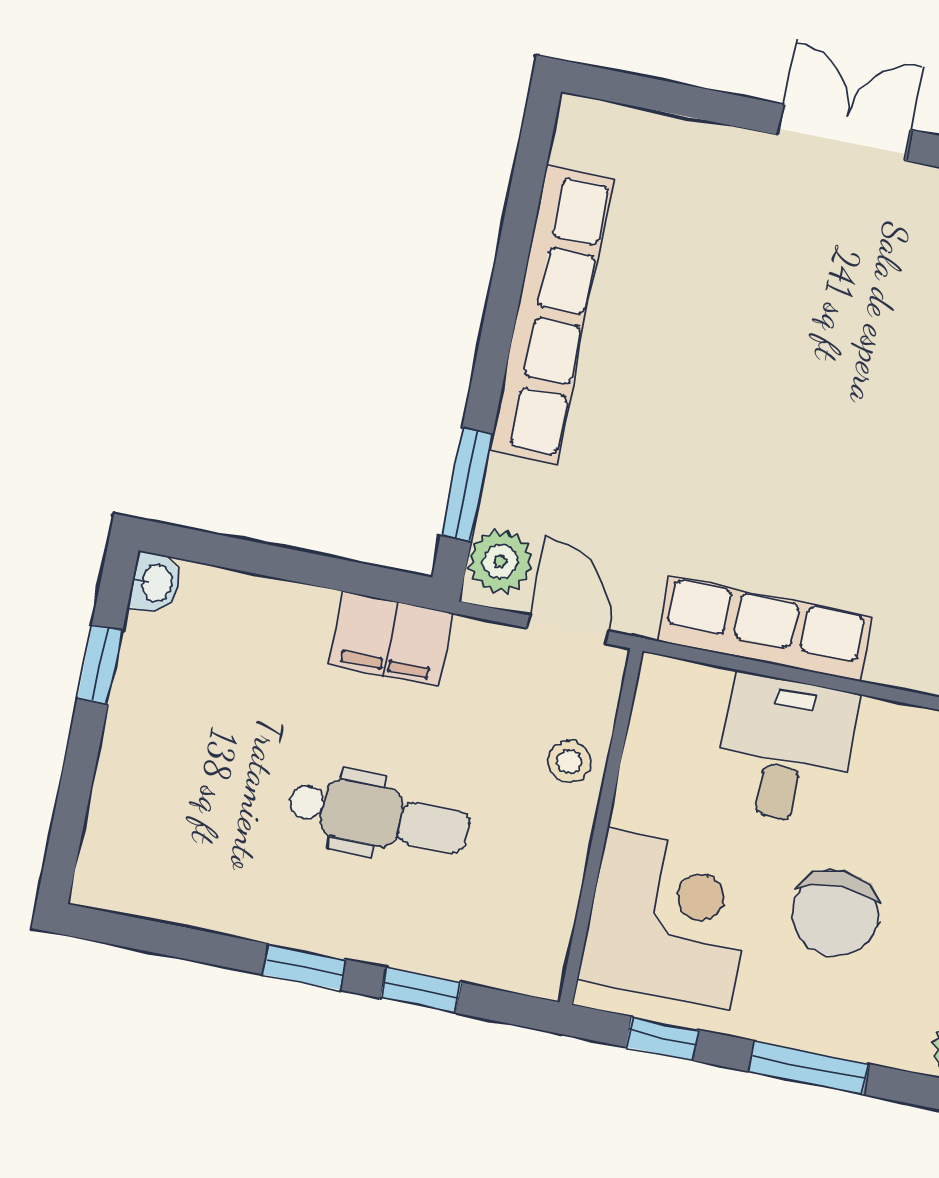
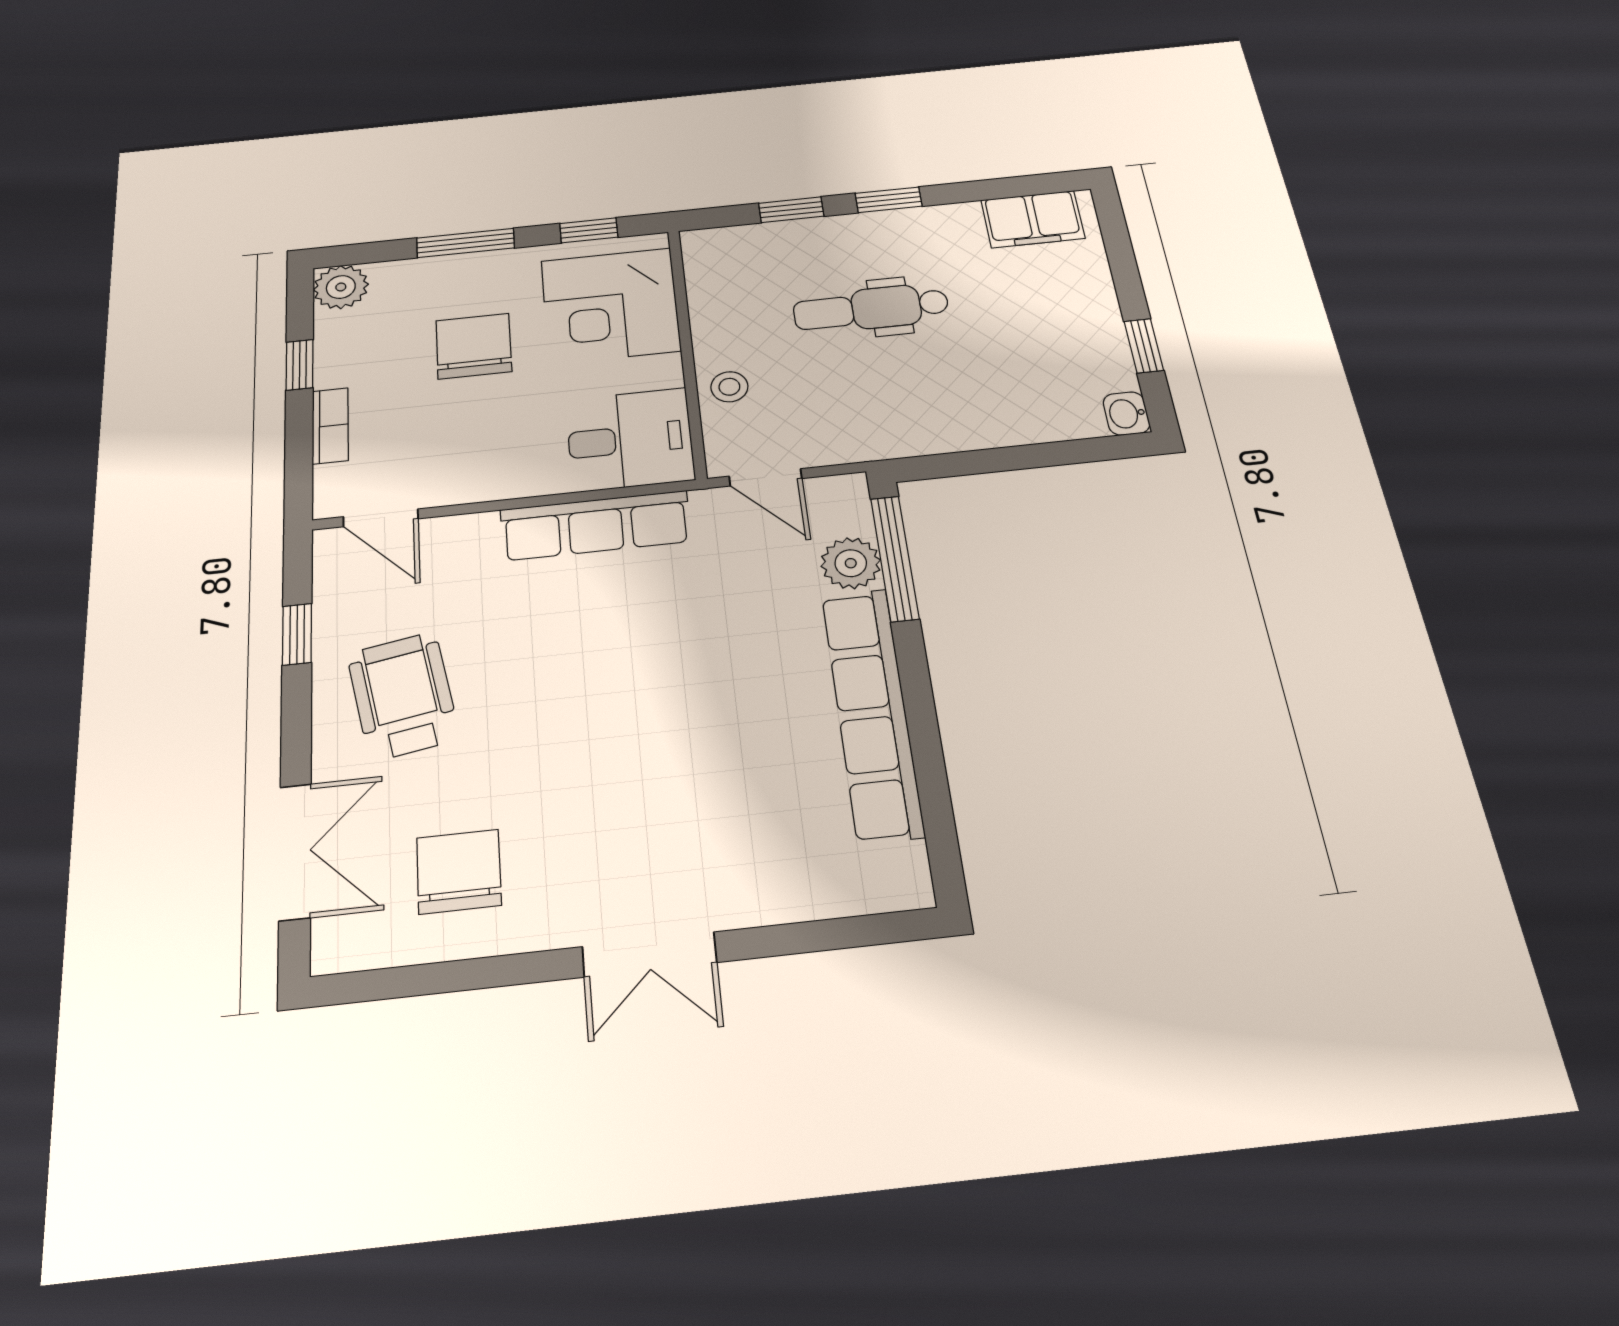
window: (467, 485) -> (895, 558), width x1.44
plant: (500, 561) -> (851, 563), moved
filing cabinet: (390, 639) -> (1033, 219), moved, turned 180
desk: (786, 750) -> (630, 440), moved, turned -90

